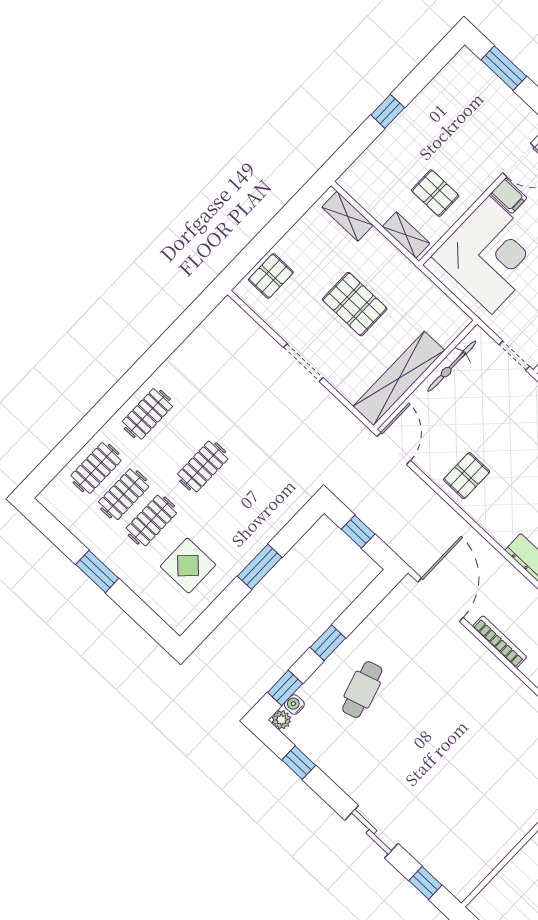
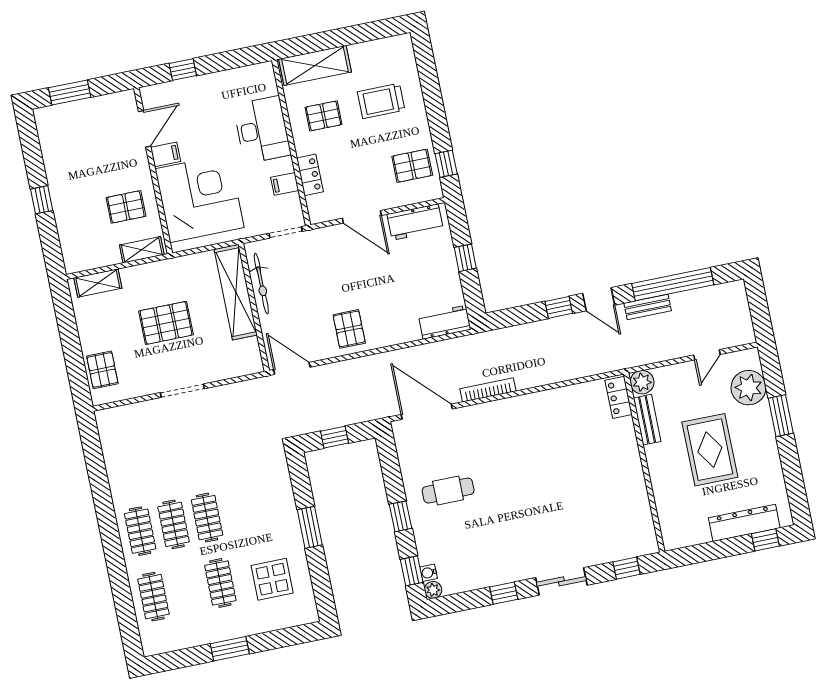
shelving: (399, 378) -> (236, 292), moved
clothes rail: (124, 494) -> (174, 524), moved
cafe table: (362, 690) -> (448, 491), moved, turned -73
window: (299, 763) -> (504, 593), moved

